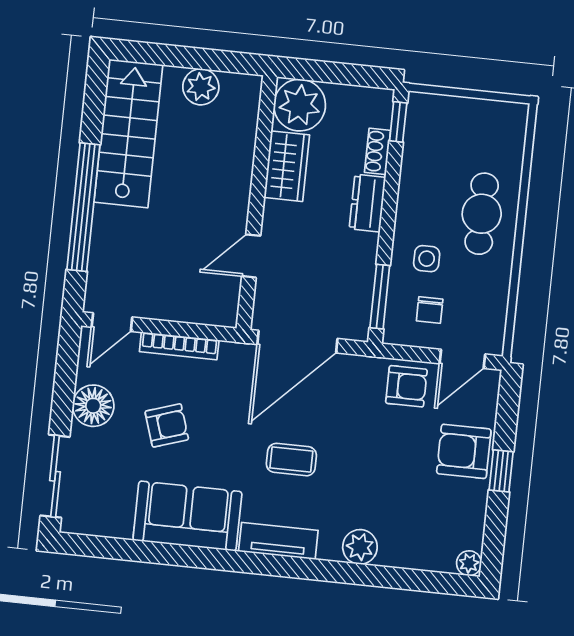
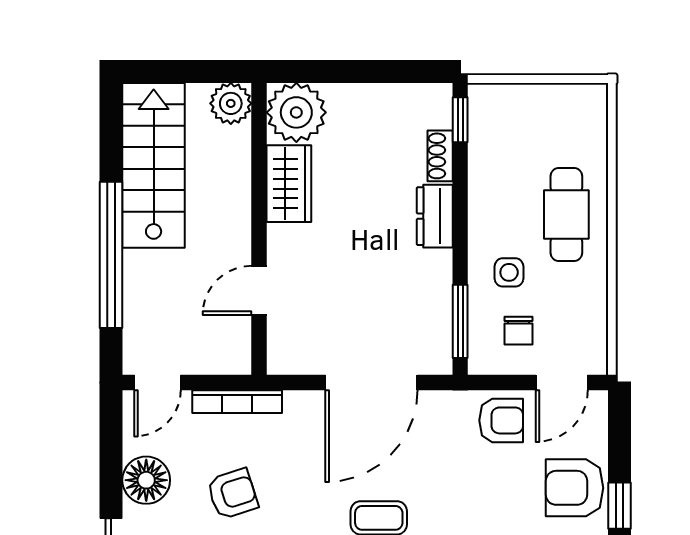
plant: (300, 105) -> (296, 112), moved
wardrobe: (287, 166) -> (289, 184), moved
wall: (257, 203) -> (259, 229), moved
door: (251, 256) -> (259, 290), moved

